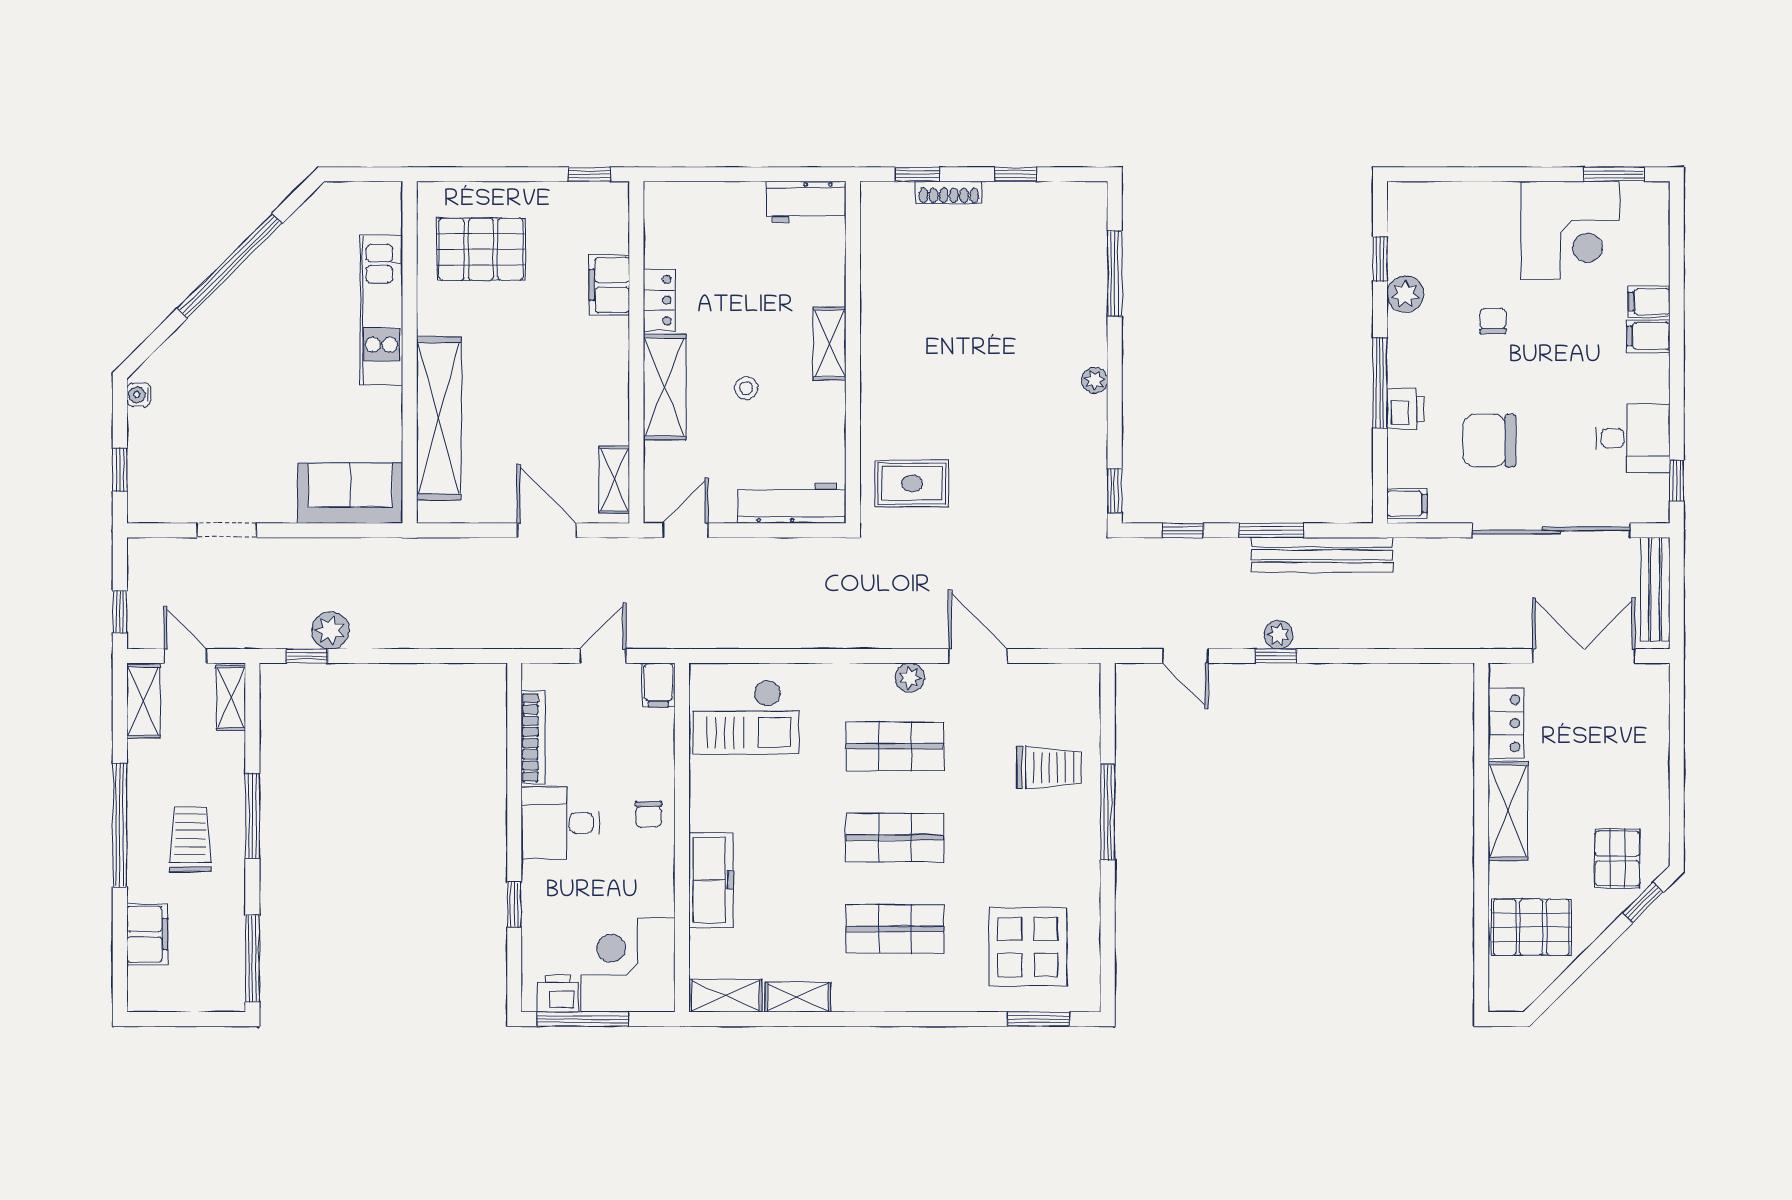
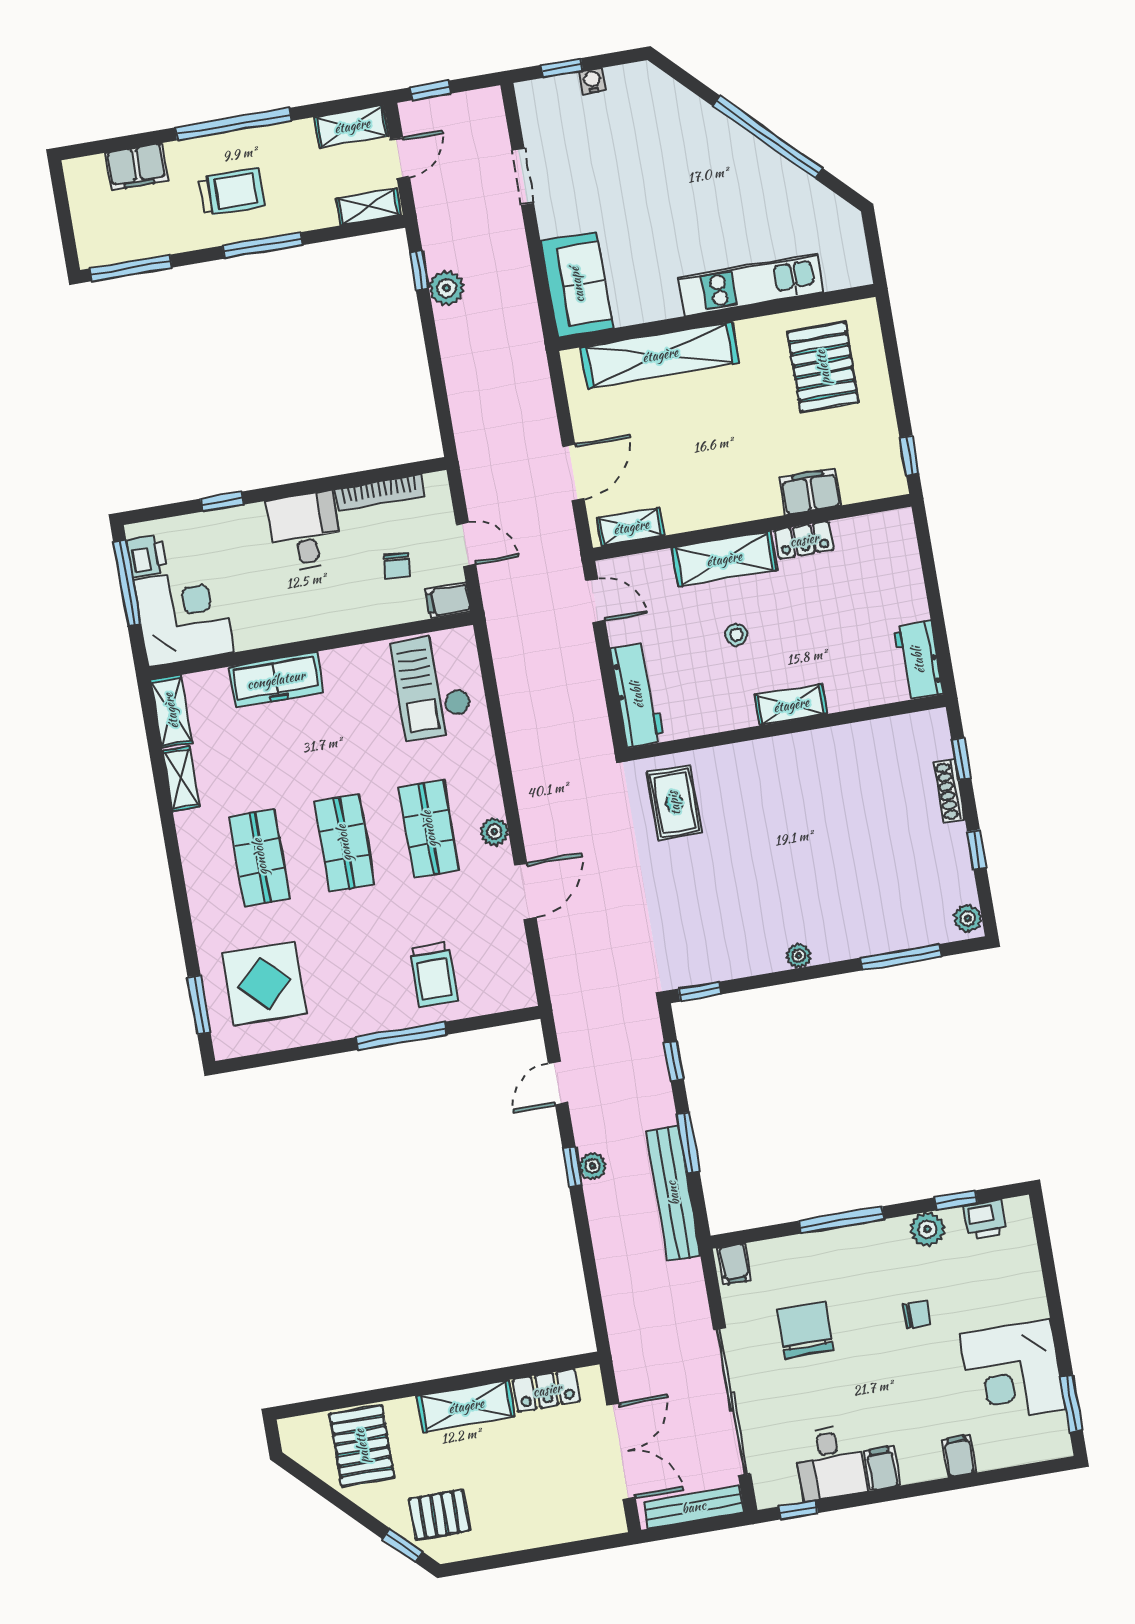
plant: (1086, 196) -> (968, 918), added
filing cabinet: (1648, 336) -> (882, 1468), moved
water cooler: (139, 395) -> (592, 81), moved
printer: (1406, 409) -> (985, 1220), moved
chair: (649, 814) -> (397, 566), moved, turned -86

